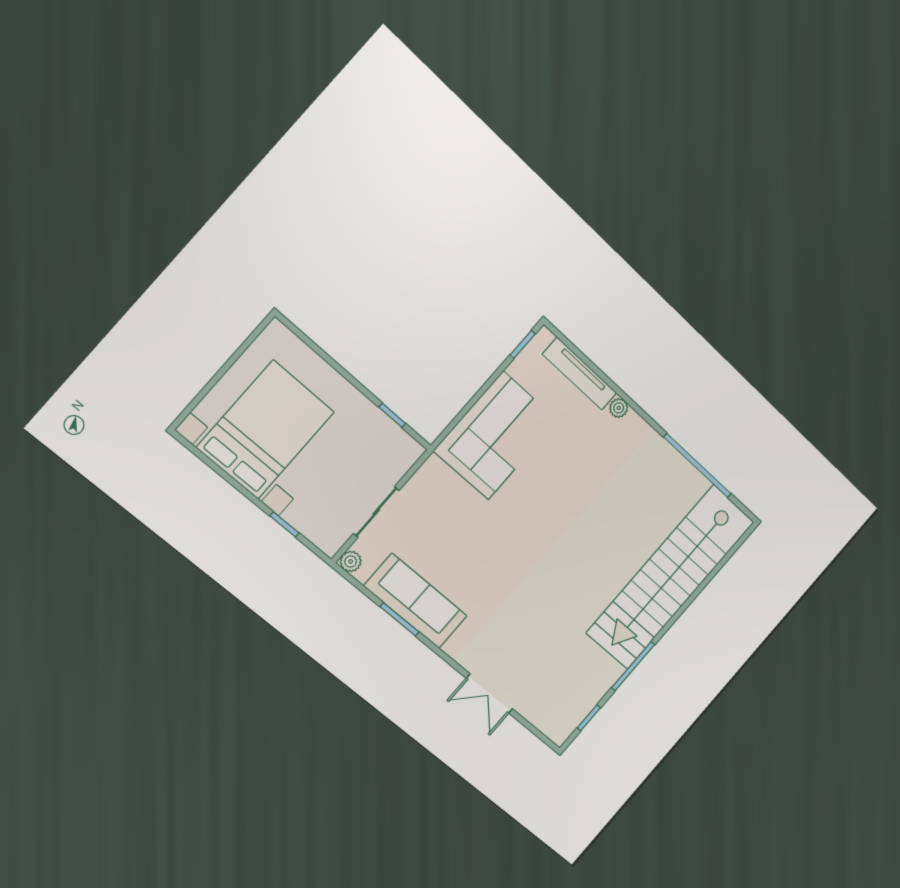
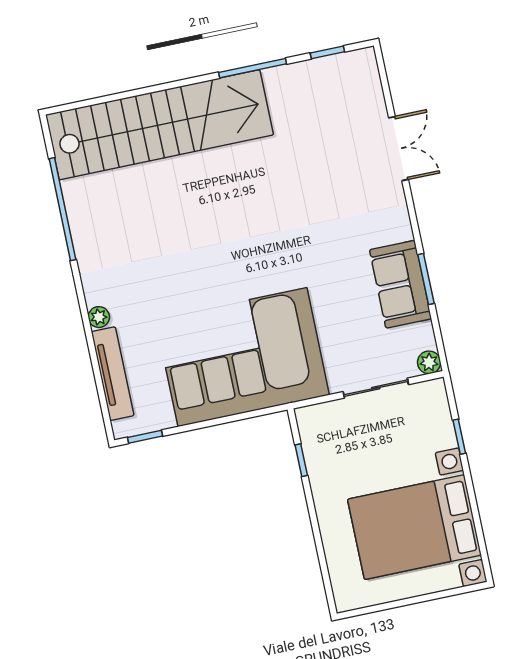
corner sofa: (496, 436) -> (242, 357), width x1.36, depth x1.36
sofa: (416, 601) -> (400, 284), width x0.73

